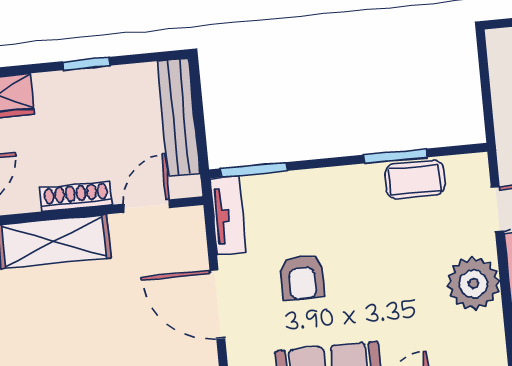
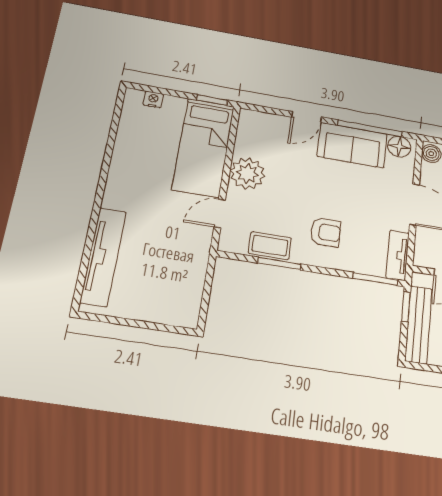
window: (201, 139) -> (406, 307), added
armchair: (302, 277) -> (326, 232), moved, turned 90

